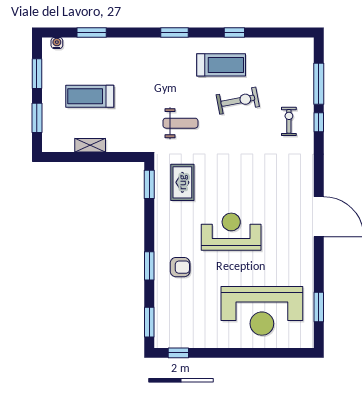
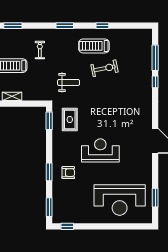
treadmill: (221, 65) -> (94, 46), turned 180
exercise bike: (289, 121) -> (40, 50), moved

